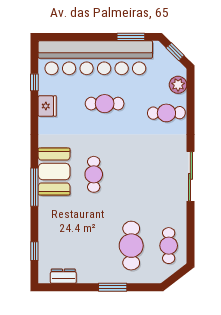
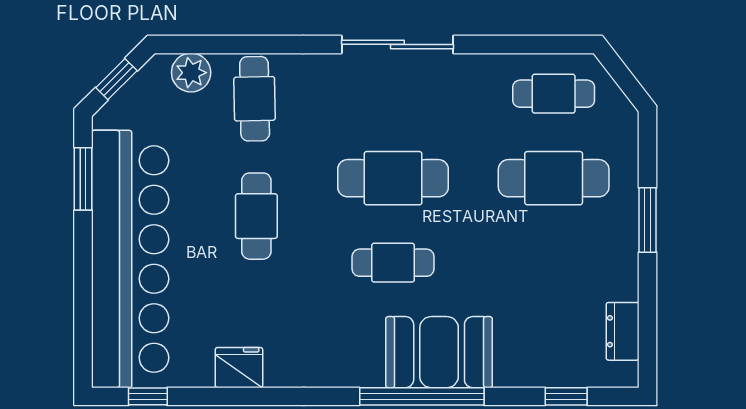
window: (34, 82) -> (148, 396), moved
cafe table: (105, 104) -> (256, 216), moved
booth: (54, 171) -> (439, 352), moved
cafe table: (131, 174) -> (393, 178), added
window: (34, 187) -> (422, 396), width x1.46

